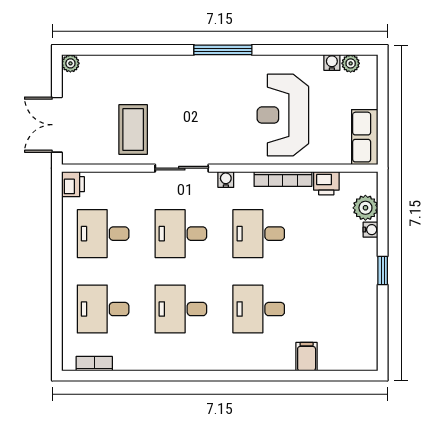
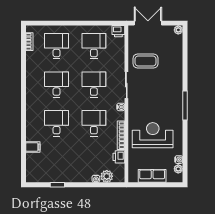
row of seats: (365, 137) -> (152, 176), moved
window: (383, 270) -> (57, 185), moved

